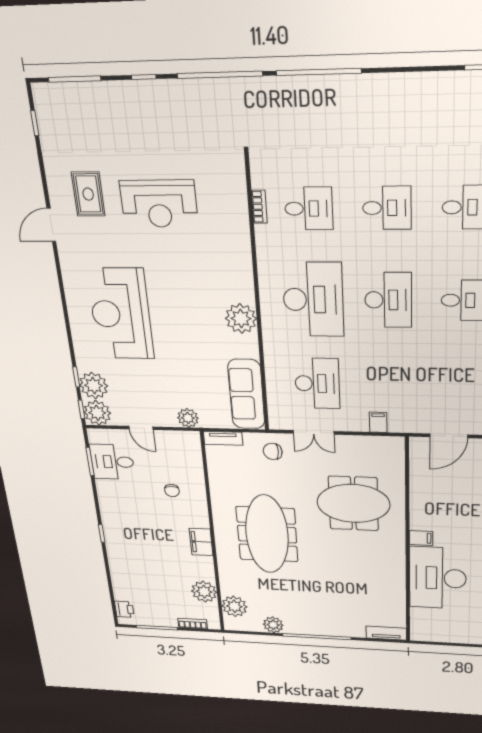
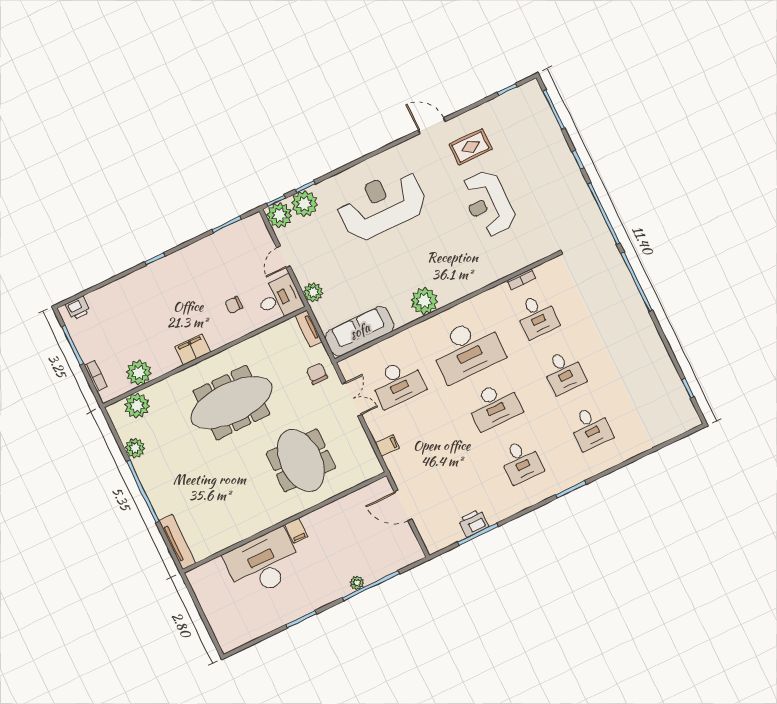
double door: (314, 432) -> (352, 399), swing flipped
desk: (112, 462) -> (279, 298), moved, turned 90
tv unit: (386, 633) -> (177, 542), width x1.41

